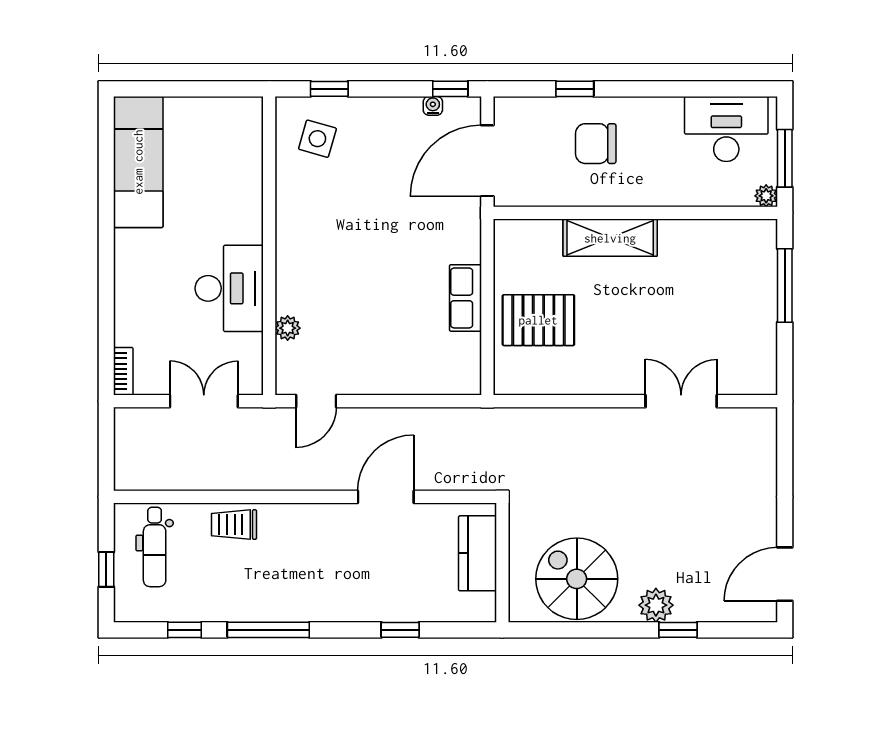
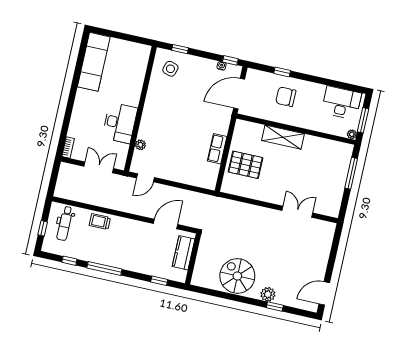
kitchen counter: (478, 553) -> (184, 253), moved
wall: (502, 563) -> (193, 259), moved

